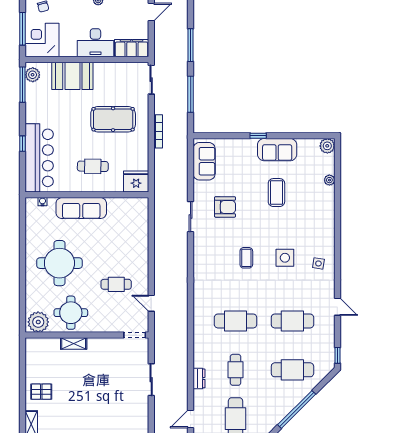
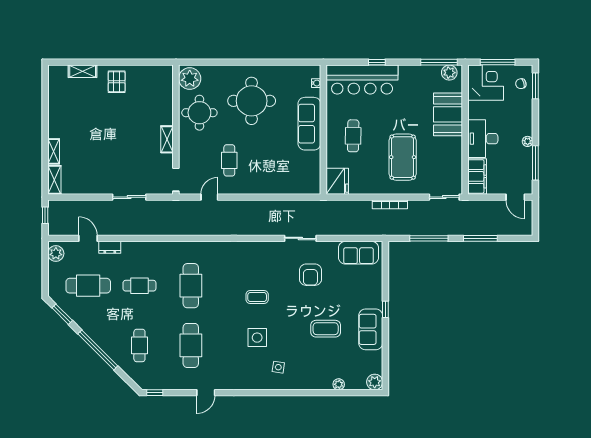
side table: (318, 263) -> (278, 367), moved
shelving: (74, 344) -> (167, 139), moved
cafe table: (292, 370) -> (139, 345), width x0.73, depth x0.74
dresser: (199, 378) -> (110, 247), moved

